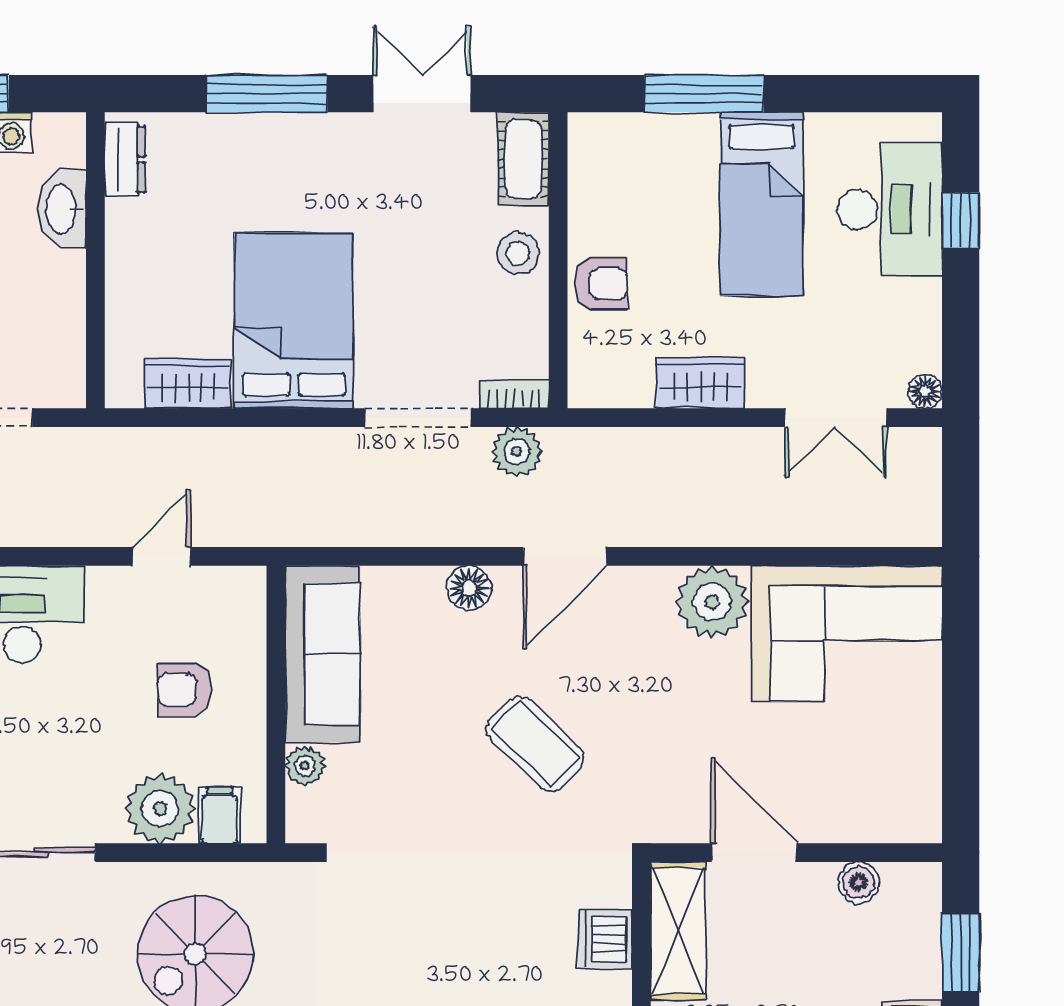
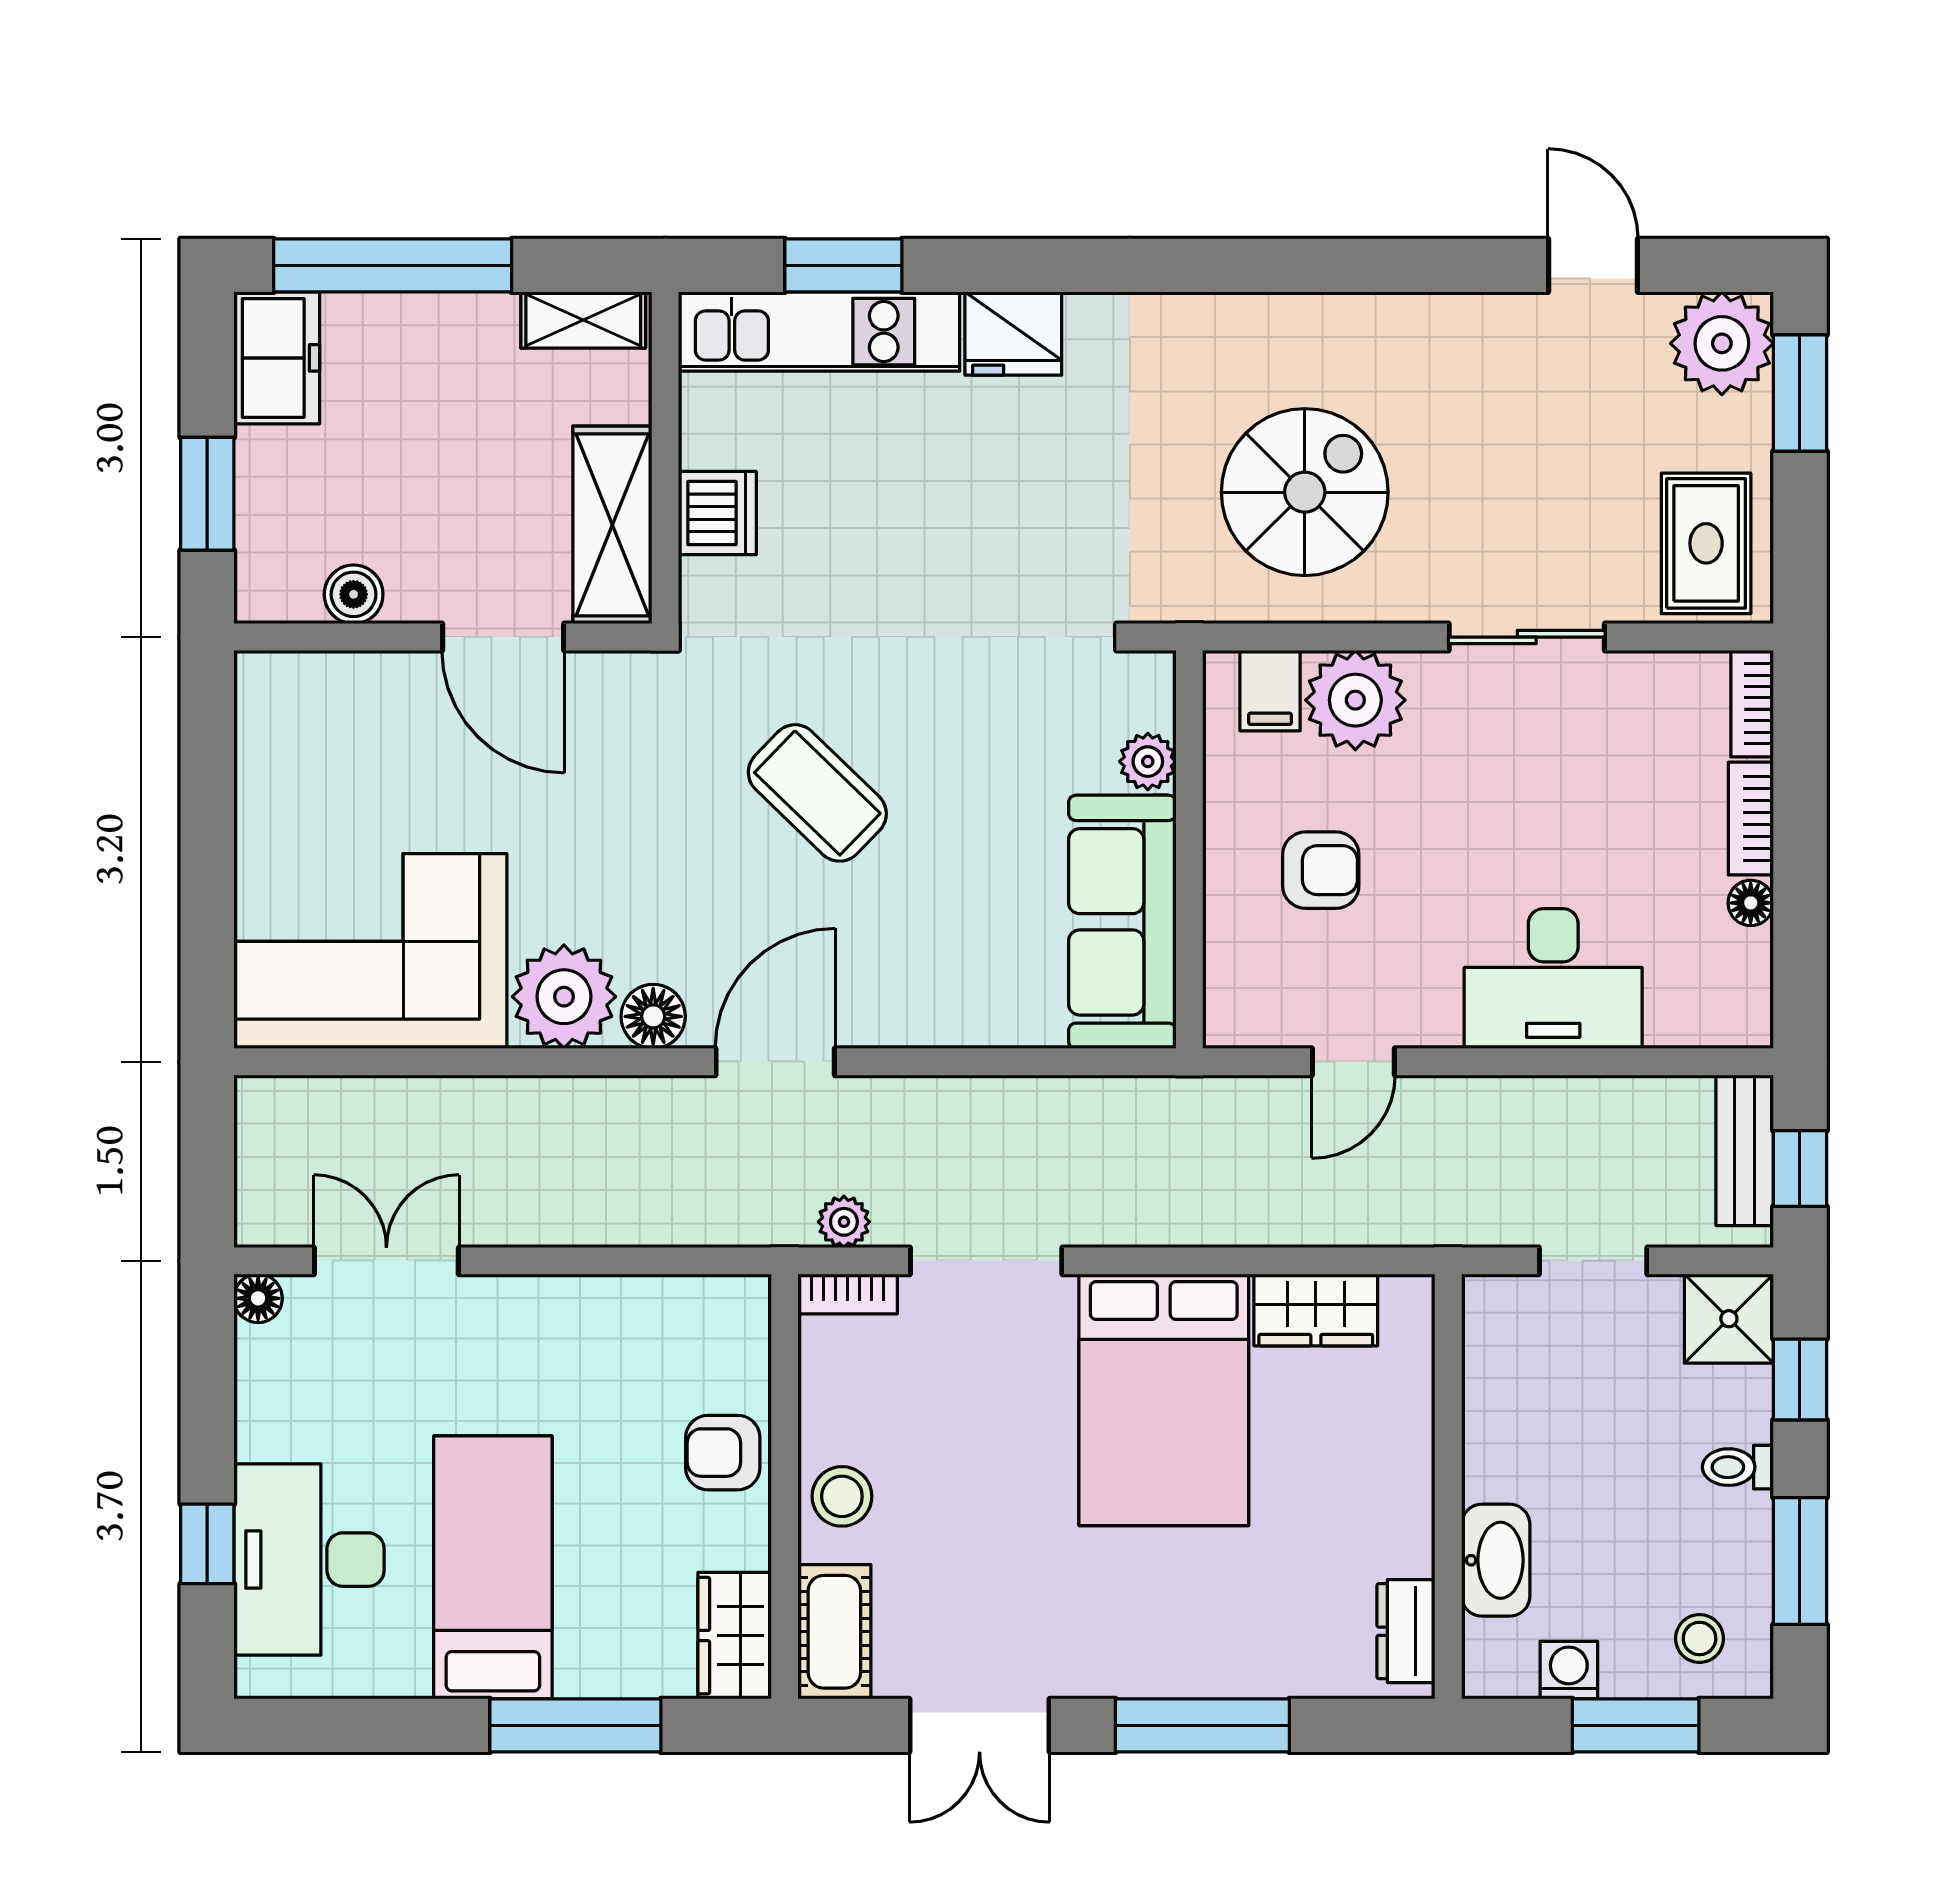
wardrobe: (701, 383) -> (735, 1636), moved, turned 90
plant: (517, 452) -> (844, 1222), width x0.73, depth x0.73
floor lamp: (469, 588) -> (653, 1016), moved

